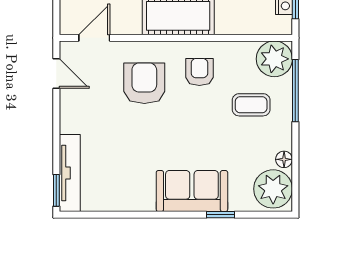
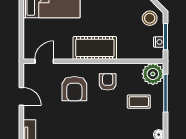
door: (56, 74) -> (21, 96), moved
armchair: (144, 83) -> (74, 89), turned 180

